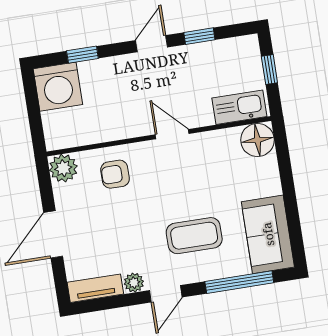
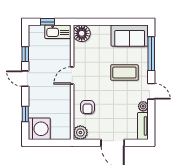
kitchen sink: (239, 107) -> (58, 32), moved, turned -90
coffee table: (194, 236) -> (124, 72), turned 90

